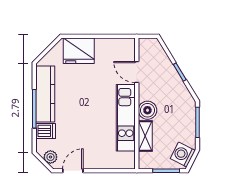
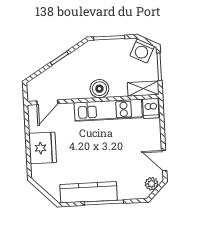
fridge: (79, 51) -> (43, 148), moved
door: (137, 72) -> (47, 102), moved
dishwasher: (46, 131) -> (151, 108), moved, turned 180
shelving: (145, 136) -> (143, 89), moved

